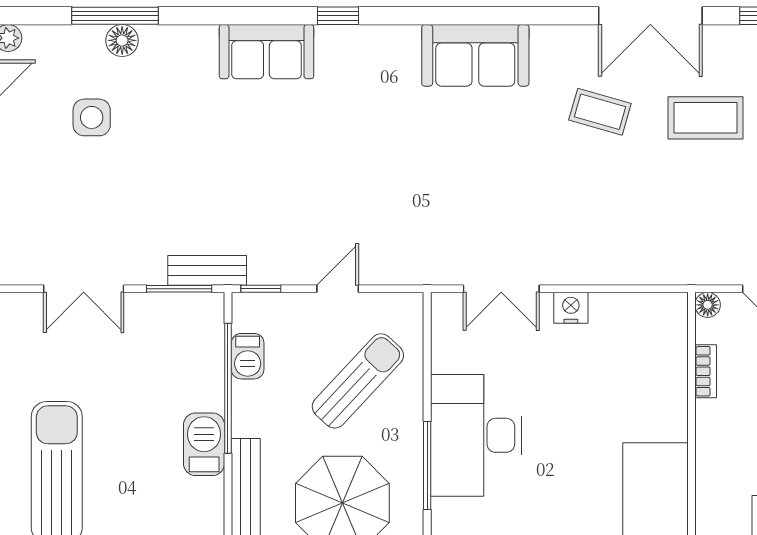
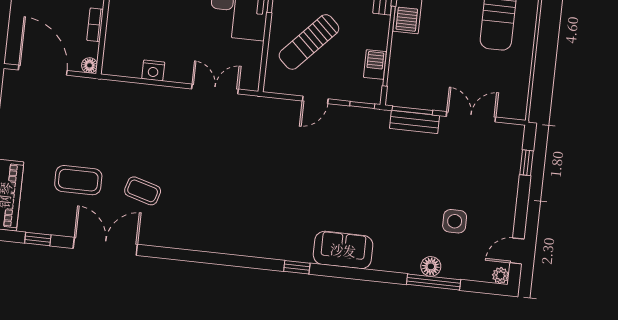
sofa: (475, 55) -> (215, 234), removed
bench: (207, 270) -> (415, 122), moved
nightstand: (571, 308) -> (153, 70), moved

